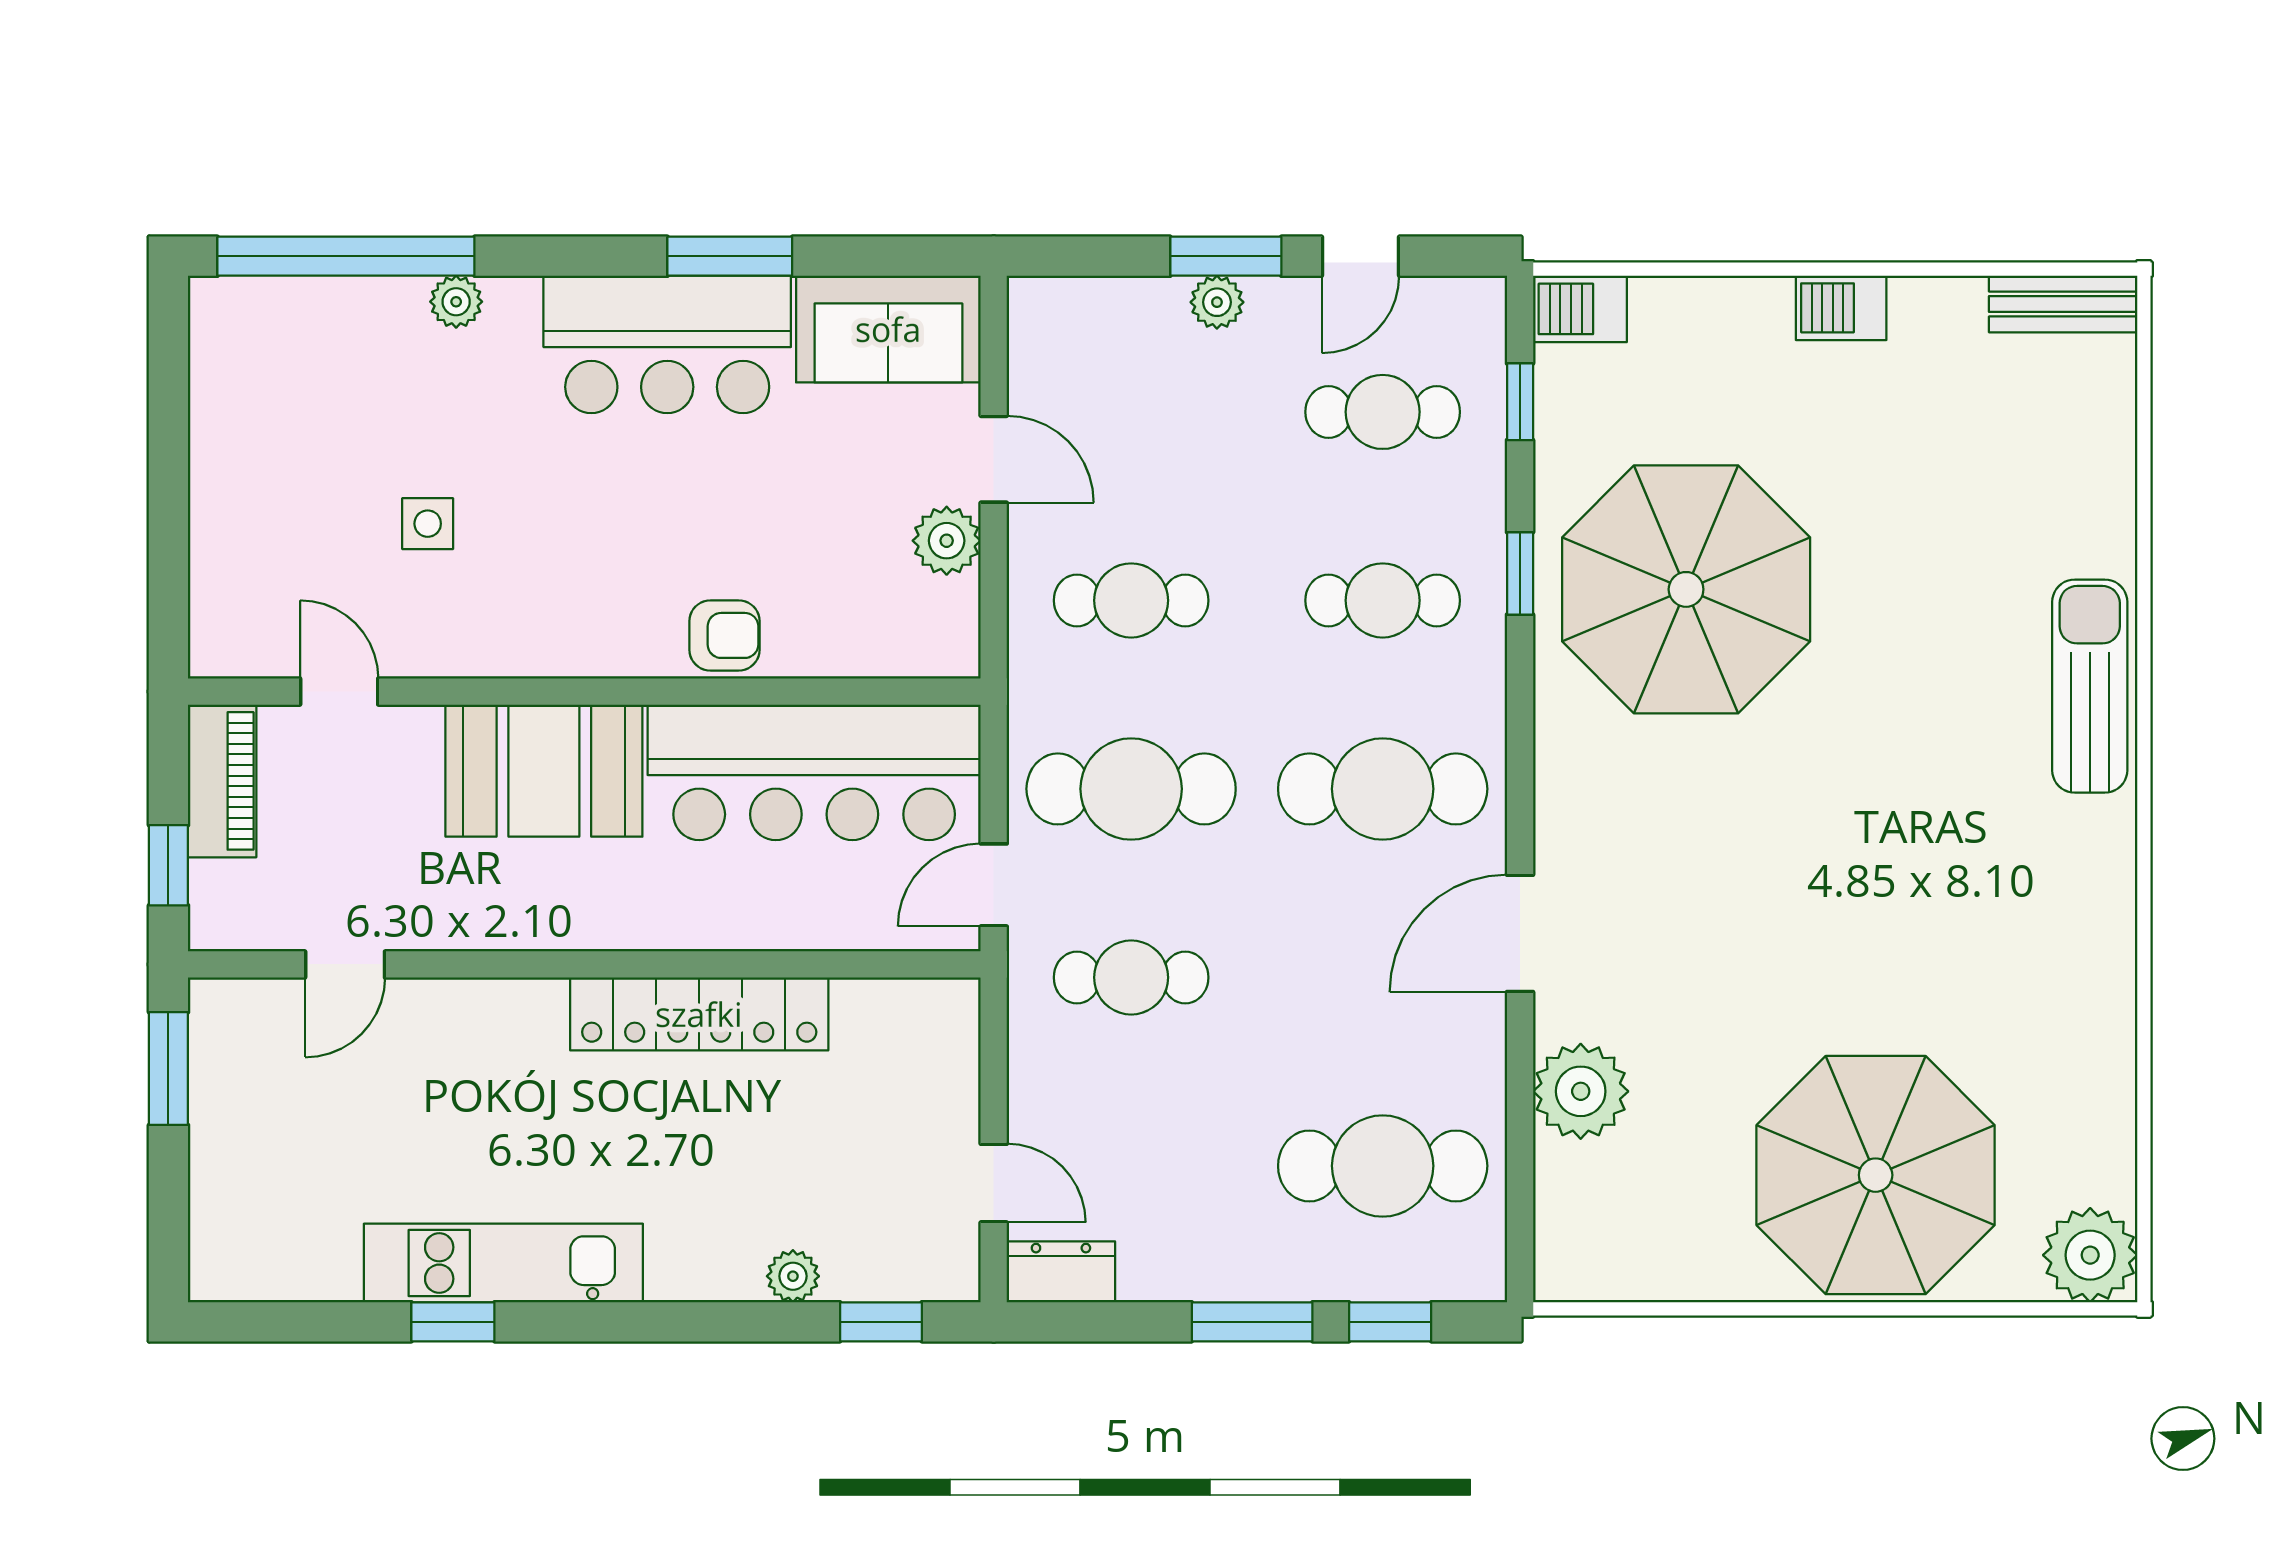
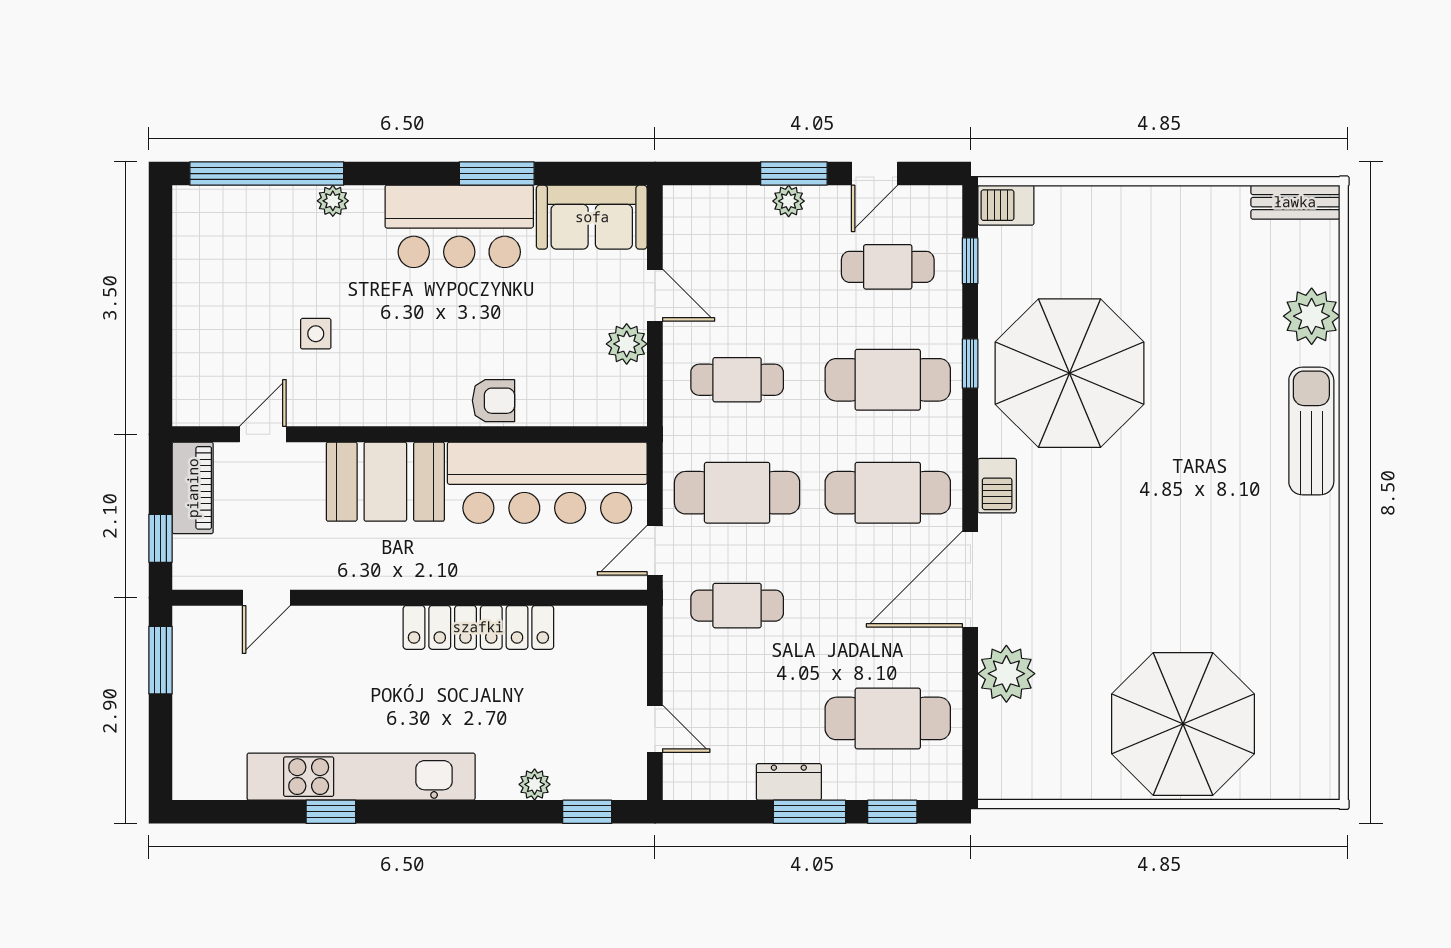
barbecue: (1841, 308) -> (997, 486), moved, turned -90
cafe table: (1383, 600) -> (888, 380), width x1.37, depth x1.35
door: (339, 692) -> (263, 434), hinge flipped
door: (1520, 933) -> (970, 579), width x1.36
plant: (2090, 1255) -> (1312, 316), moved
kitchen unit: (503, 1263) -> (361, 777), width x1.36
dresser: (1061, 1272) -> (789, 782), moved

